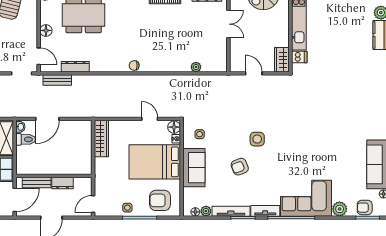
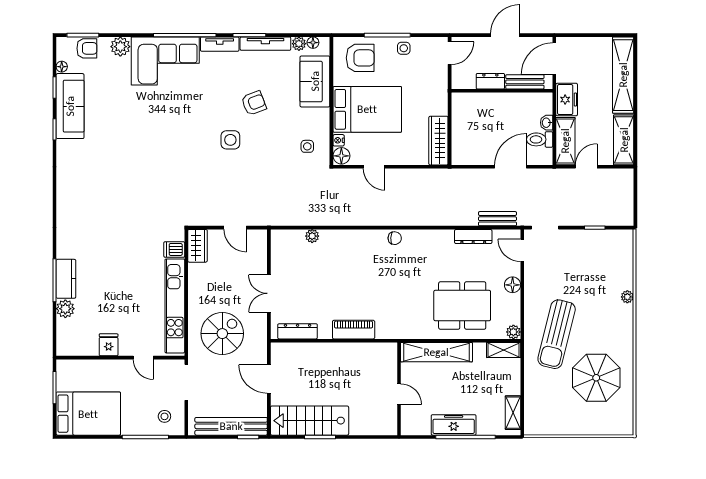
washbasin: (20, 127) -> (547, 123), moved
sofa: (194, 168) -> (315, 81), moved

